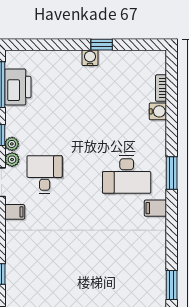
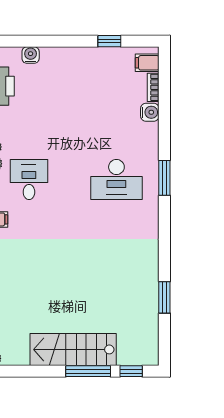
window: (102, 45) -> (109, 41), moved
water cooler: (90, 58) -> (31, 55), moved
filing cabinet: (155, 208) -> (147, 63), moved

